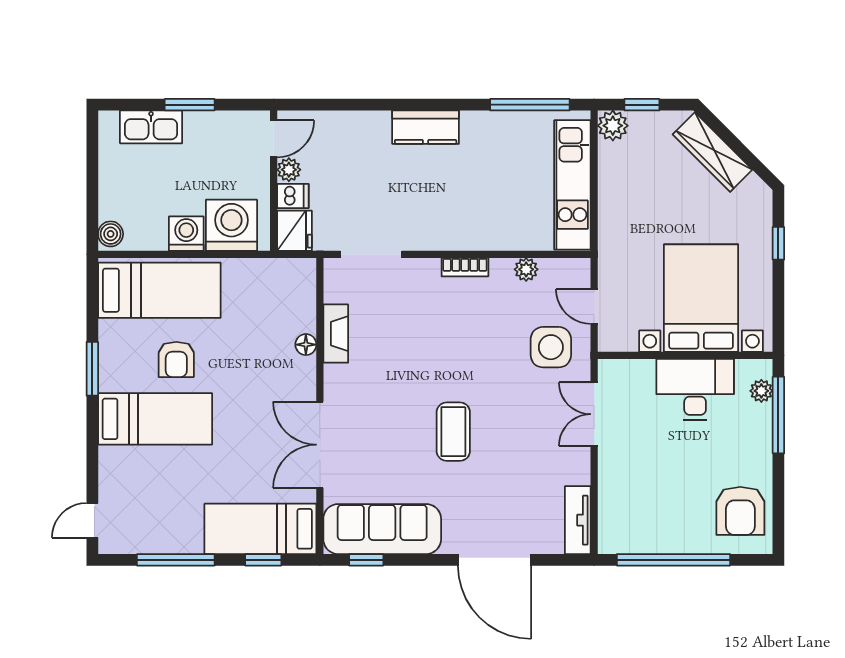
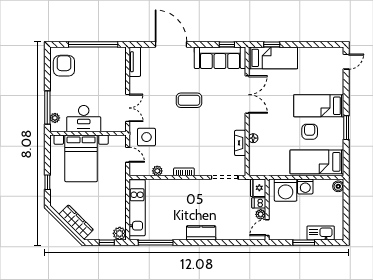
coffee table: (453, 432) -> (189, 100), turned 90
window: (176, 560) -> (310, 44), removed

